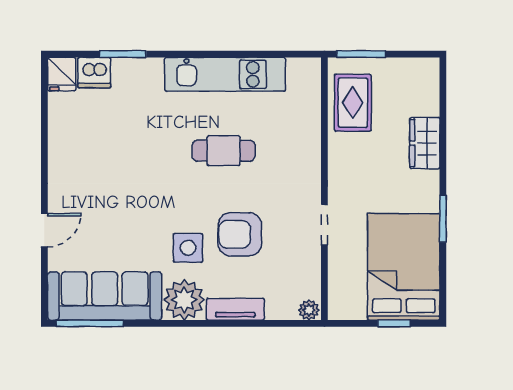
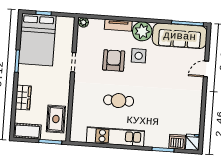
cot: (411, 73) -> (27, 131), added
armchair: (240, 234) -> (114, 60), turned -90

